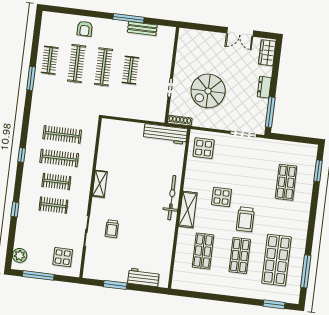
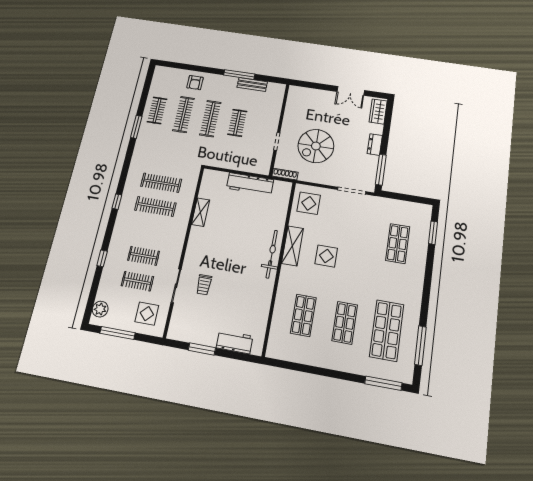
workbench: (165, 134) -> (250, 184), moved
clothes rail: (56, 182) -> (137, 281), moved
shelving: (100, 184) -> (200, 212), moved
shelving: (188, 209) -> (292, 246), moved
trolley: (245, 219) -> (352, 282), removed
window: (274, 304) -> (383, 383), width x1.44

